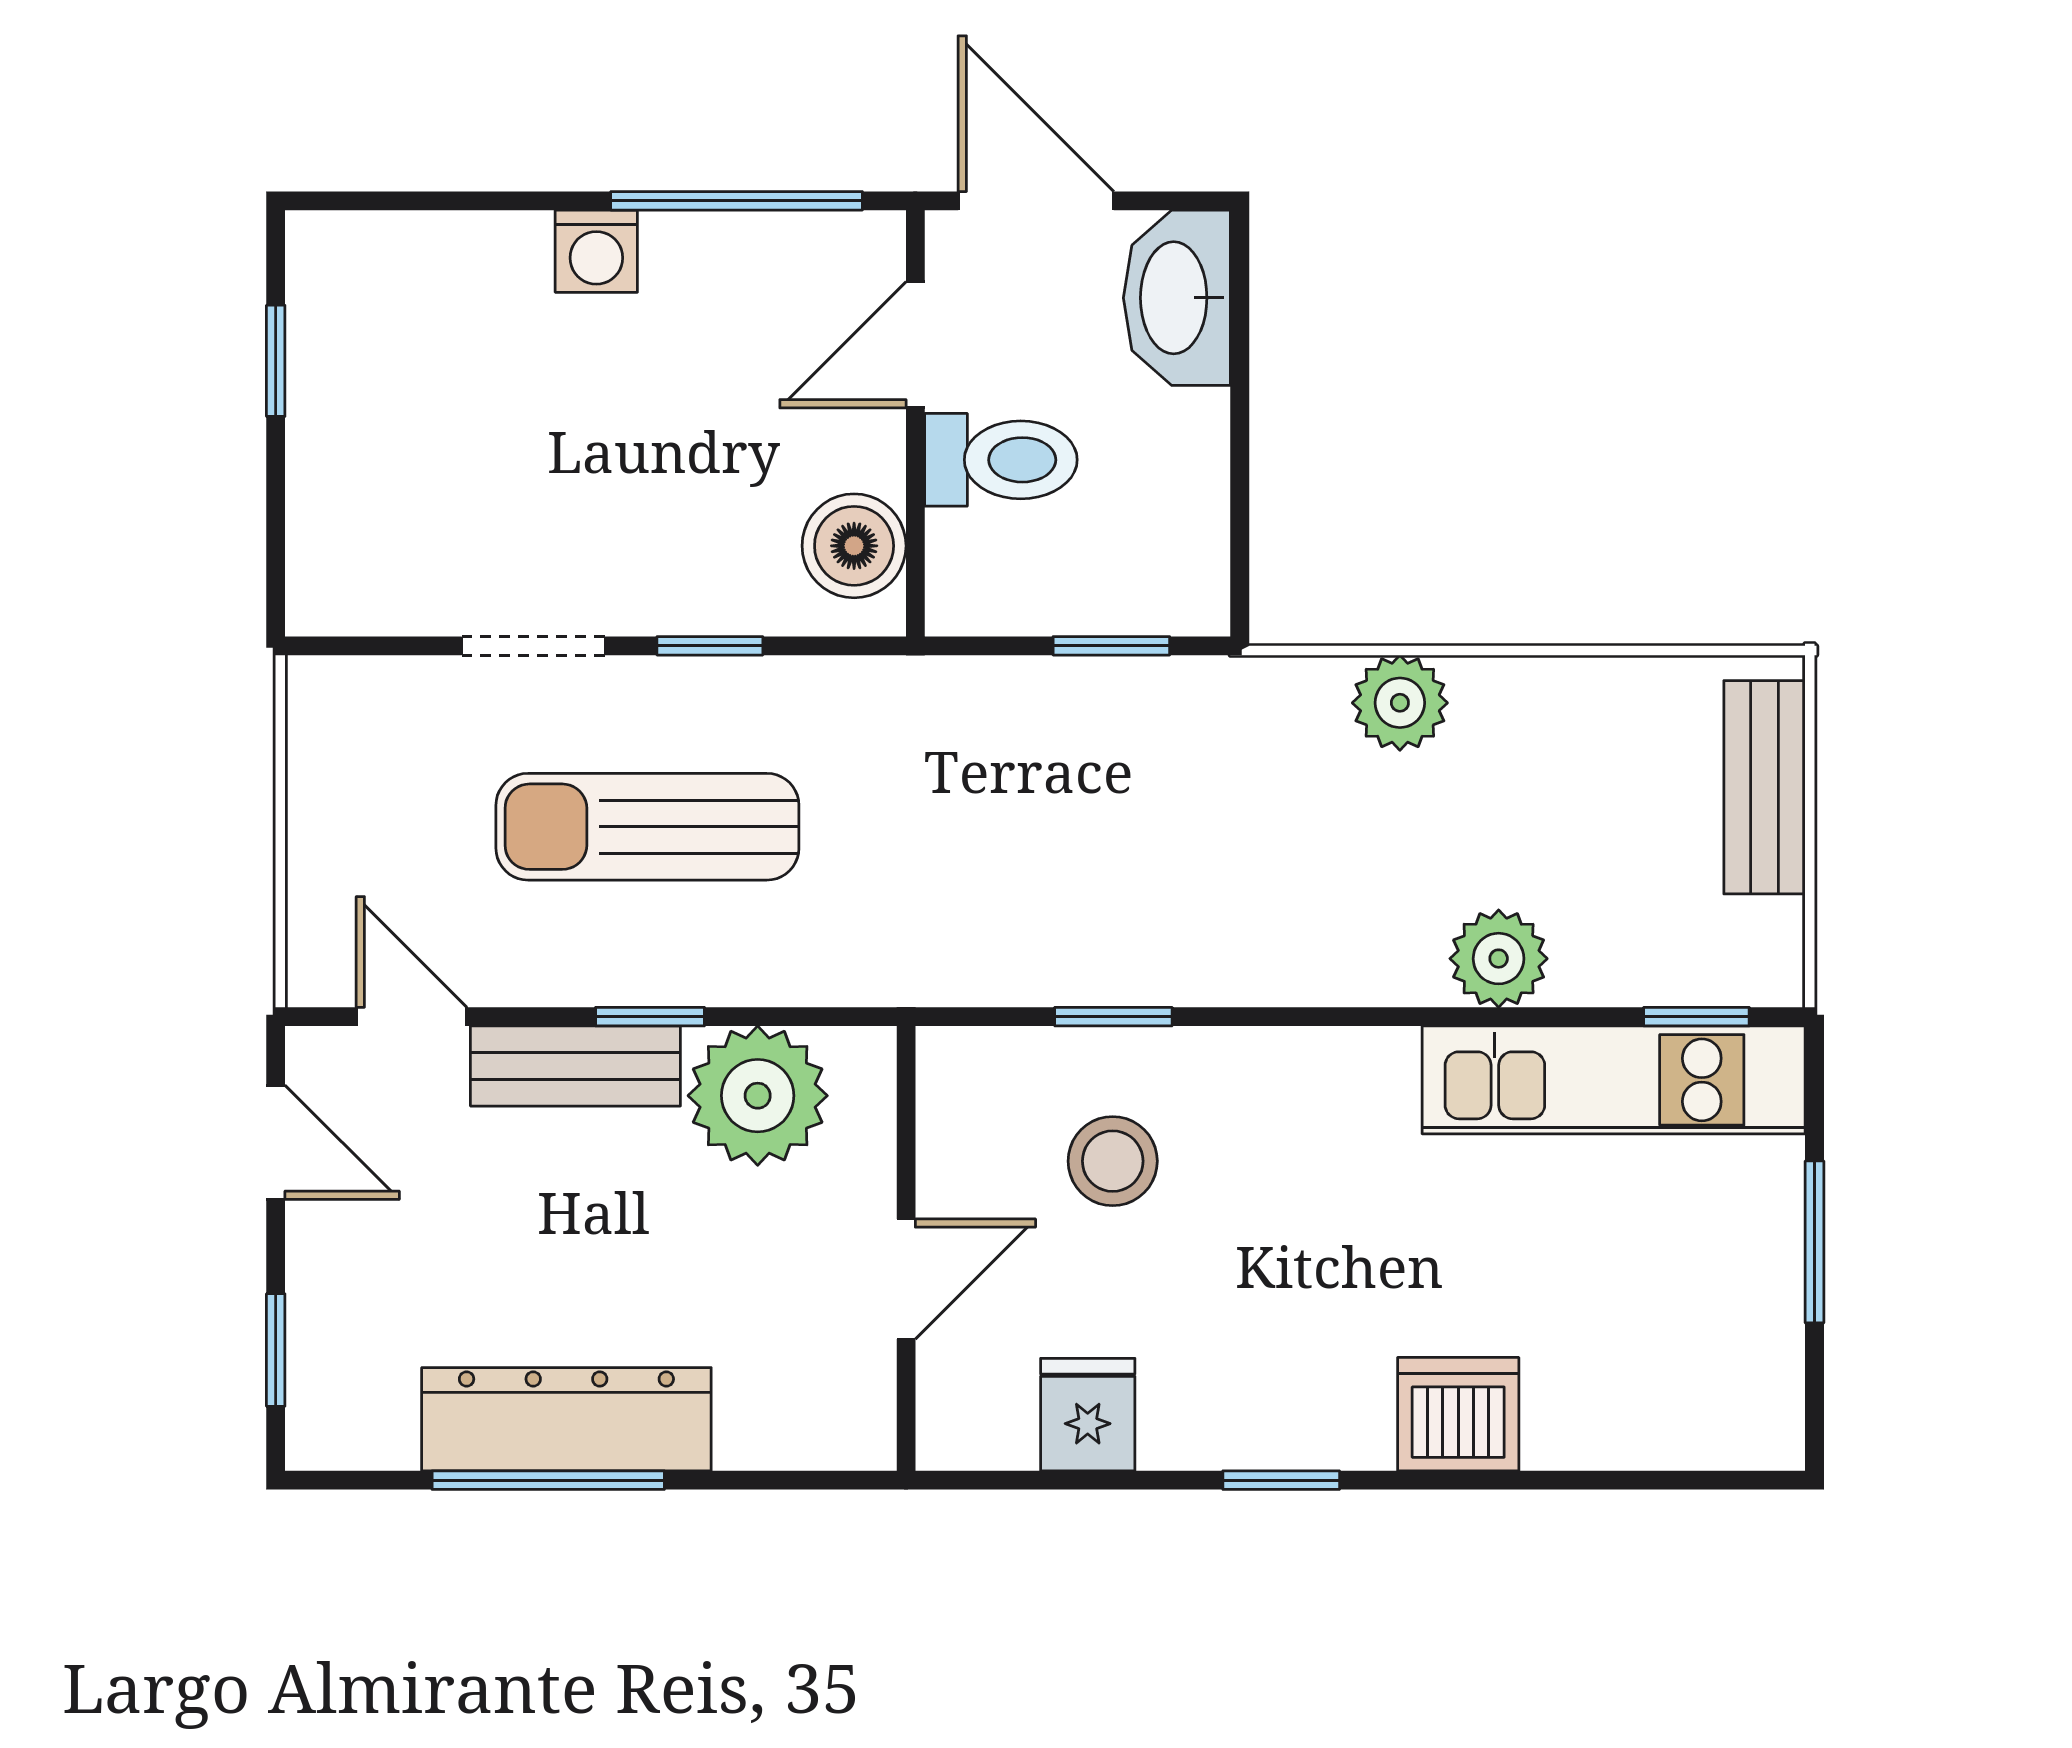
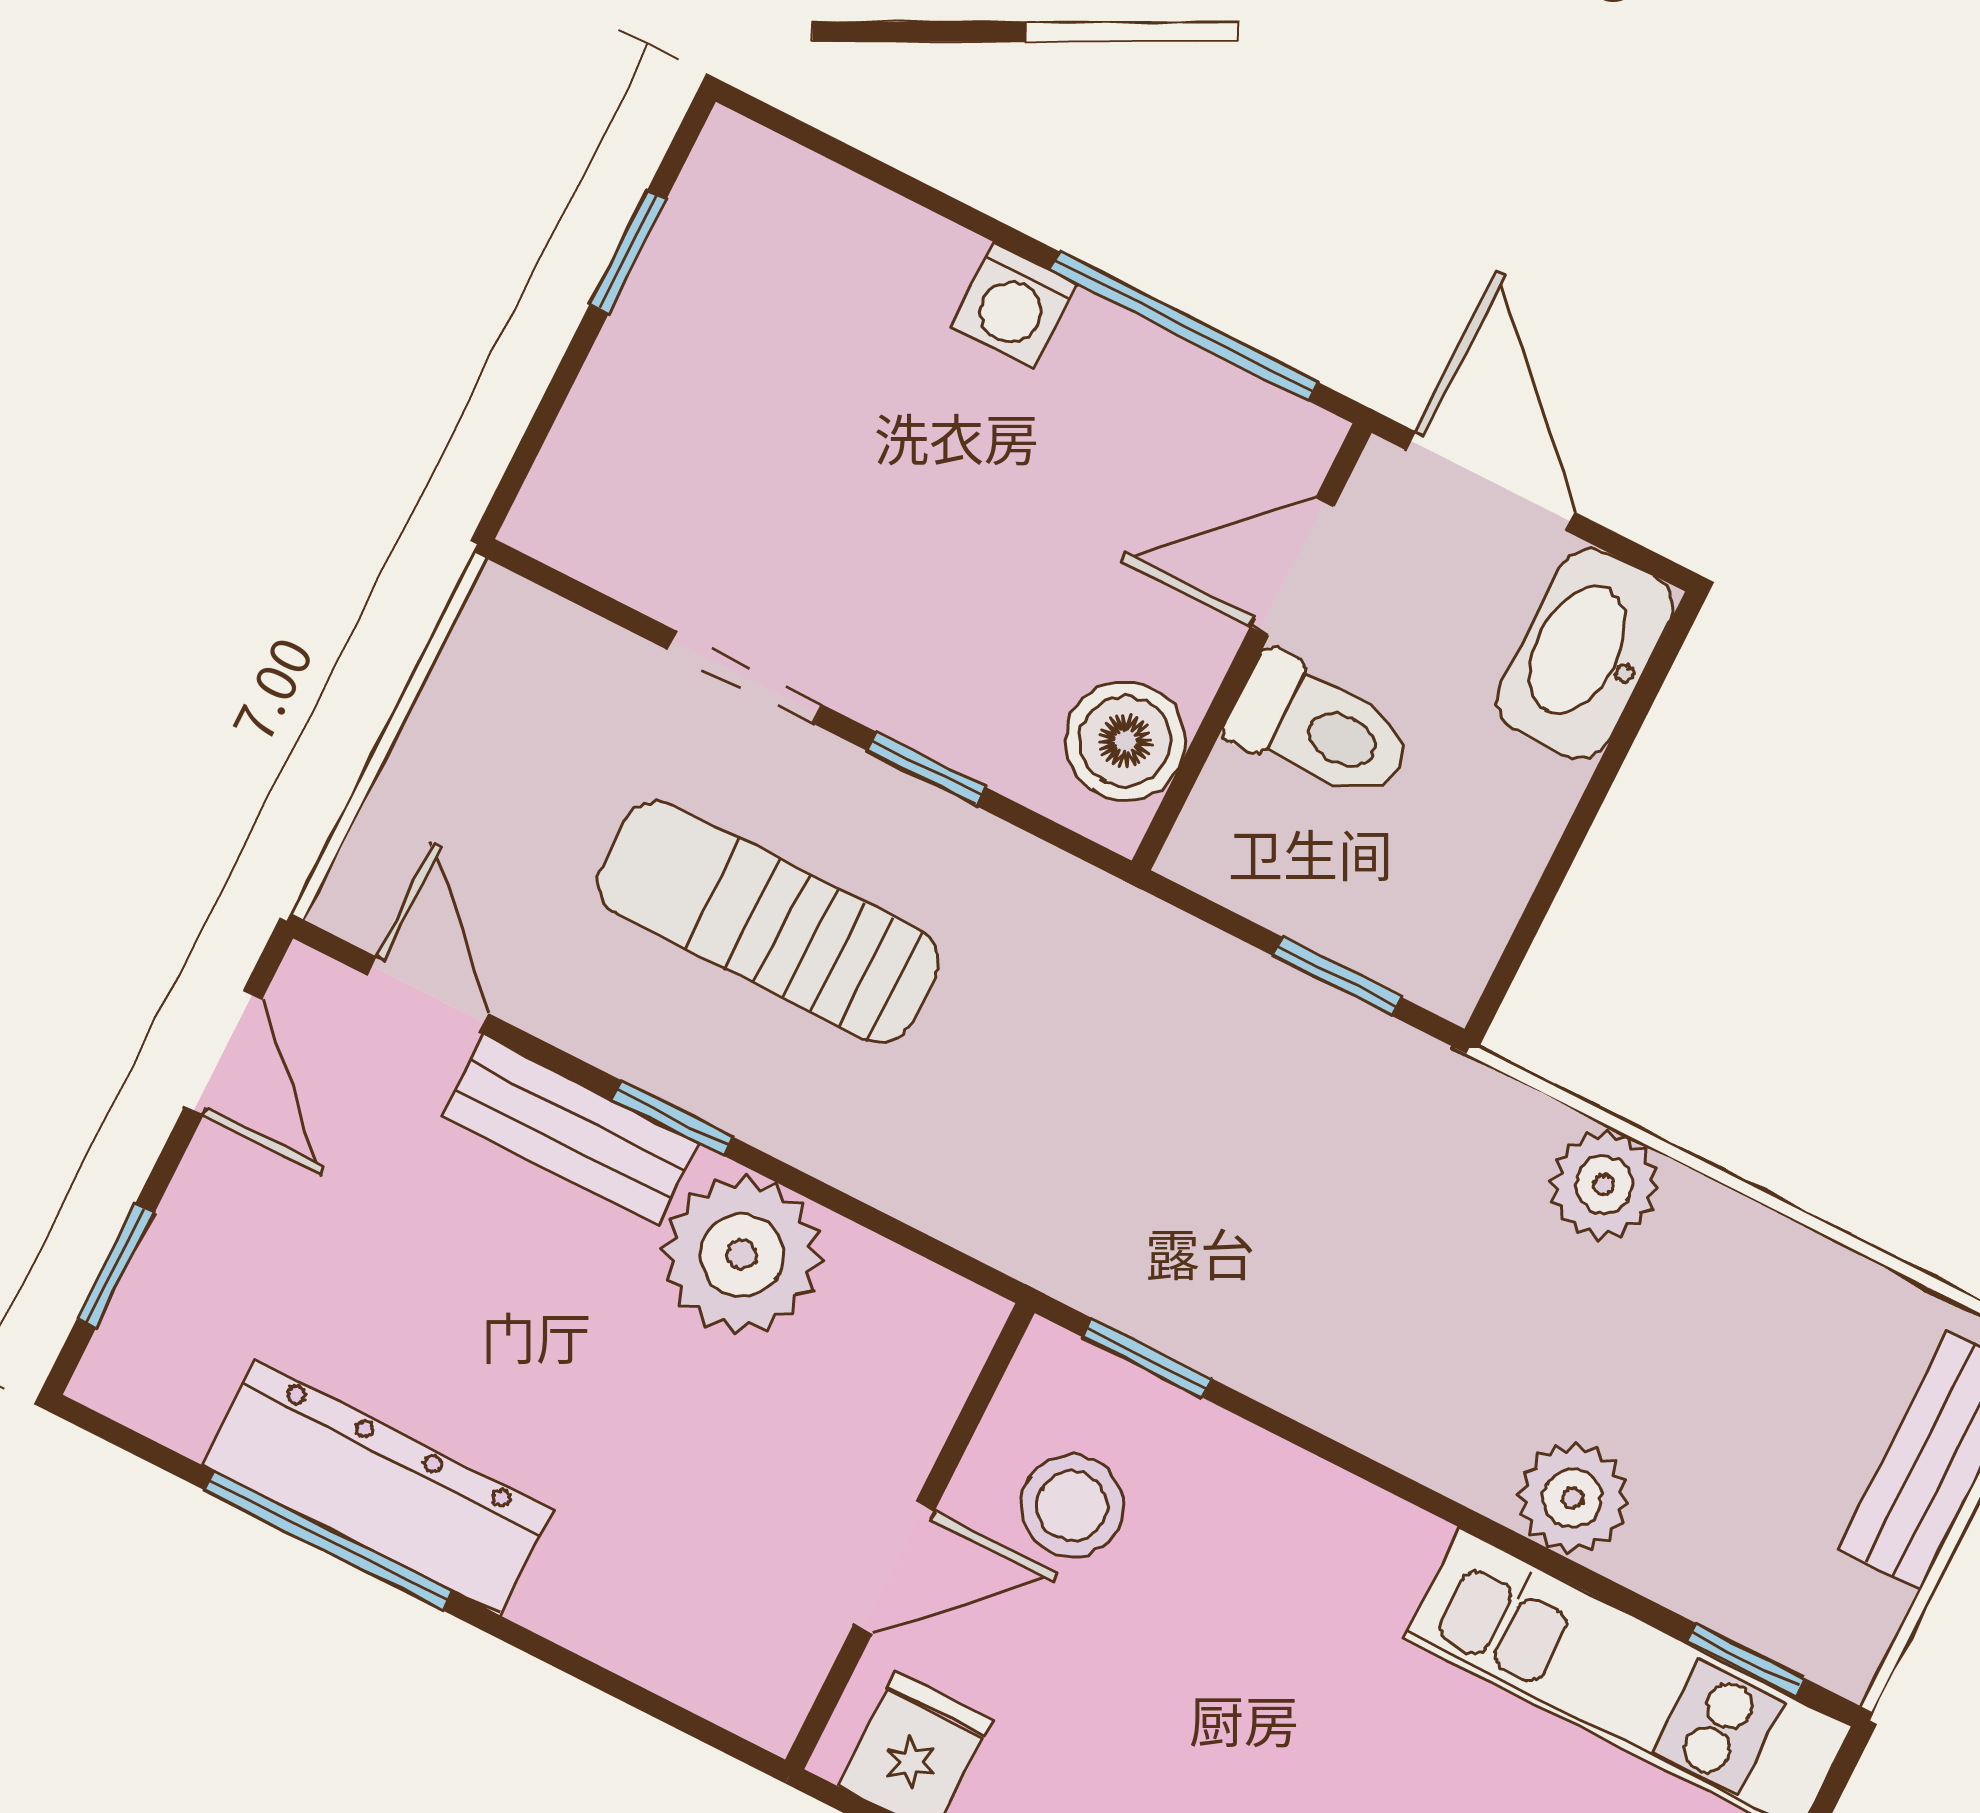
wall: (906, 1248) -> (910, 1536), moved
door: (906, 1279) -> (894, 1568), moved

